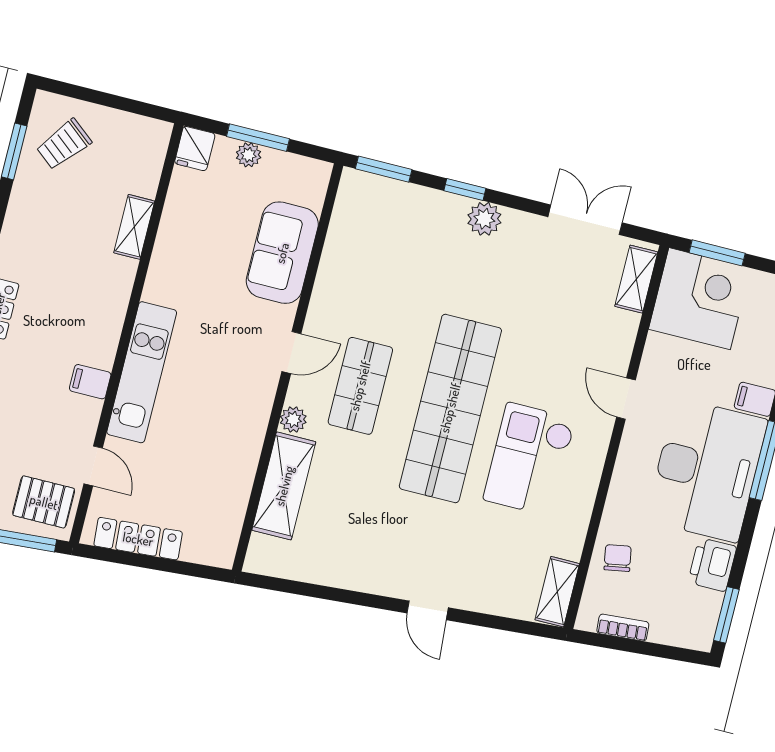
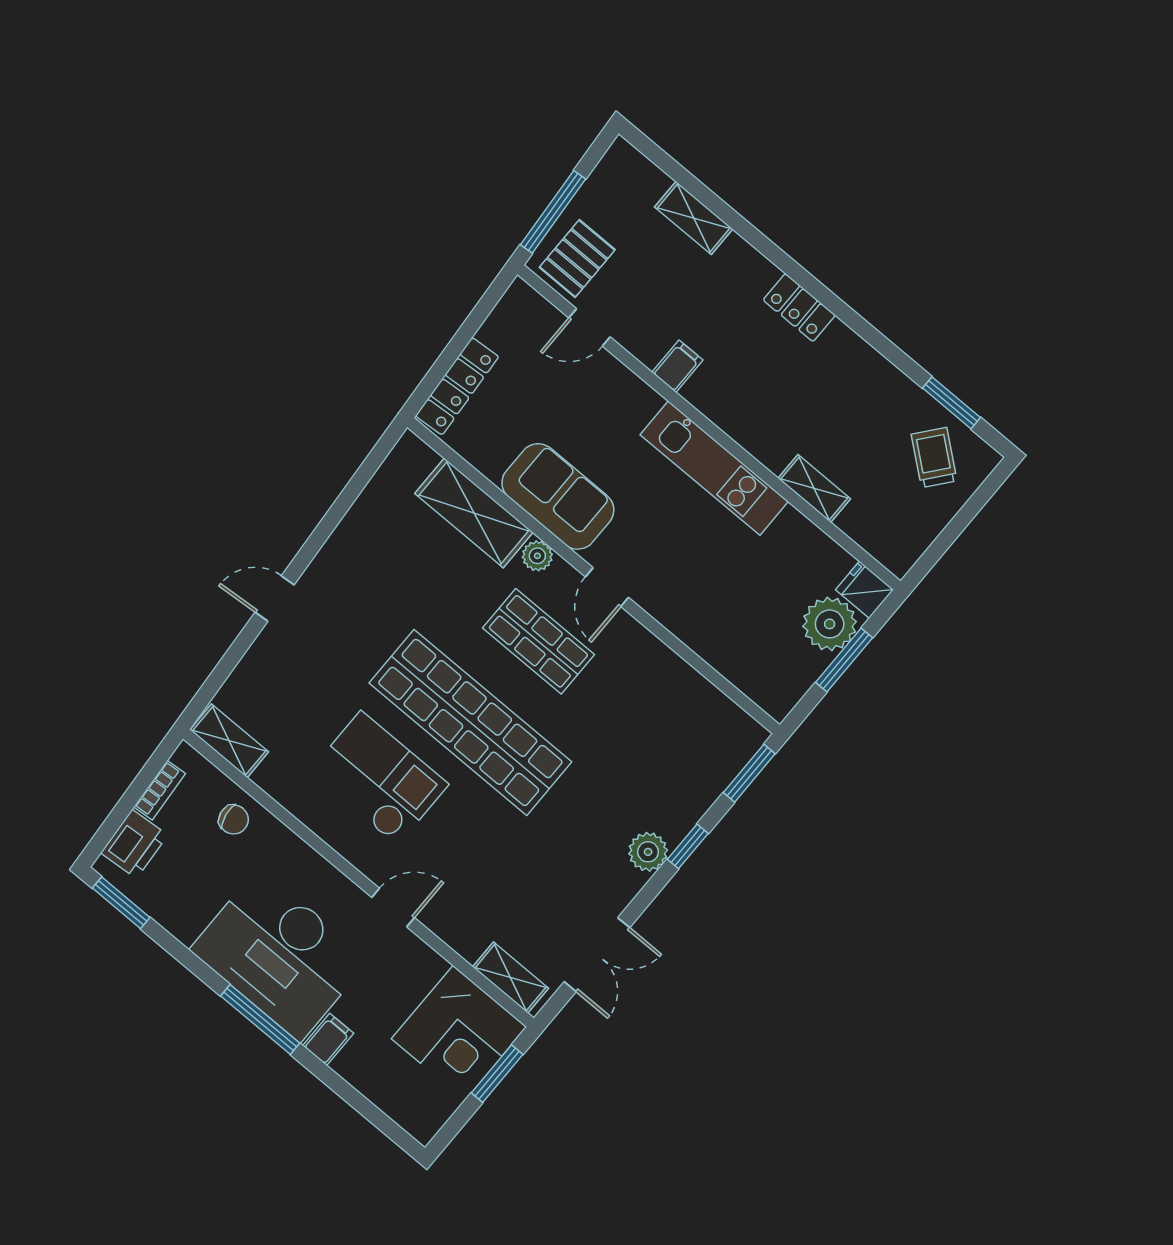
plant: (249, 155) -> (830, 624), width x1.88, depth x1.88
sofa: (282, 253) -> (558, 496), moved
kitchen unit: (142, 372) -> (714, 468), moved
locker: (138, 539) -> (457, 386), moved
printer: (712, 565) -> (134, 844), moved, turned 86

